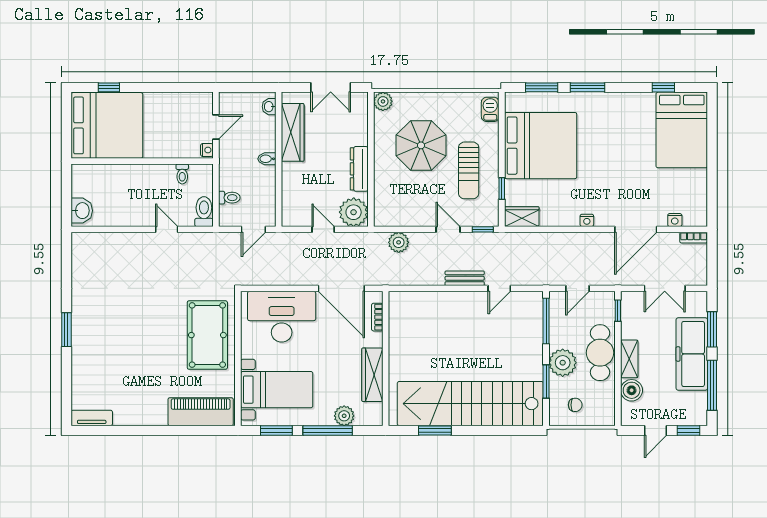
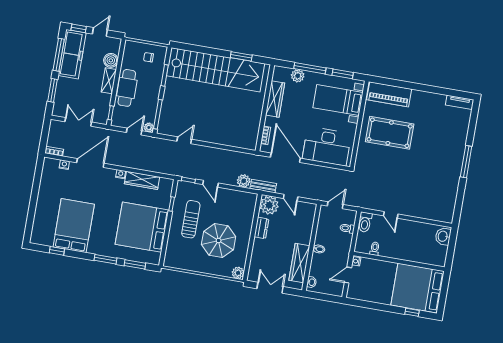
barbecue: (490, 109) -> (170, 256), removed
bed: (682, 130) -> (74, 226), moved
dresser: (359, 169) -> (261, 228), width x0.70
wardrobe: (522, 217) -> (142, 180), moved, width x1.50
bench: (465, 278) -> (263, 186), moved
window: (66, 330) -> (466, 162), width x1.44
pool table: (207, 335) -> (390, 133), moved, turned 90
freezer: (692, 354) -> (72, 54), moved
plant: (563, 363) -> (149, 127), moved, width x0.53, depth x0.53

